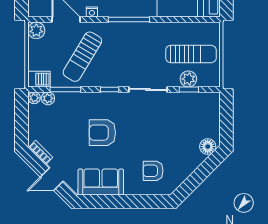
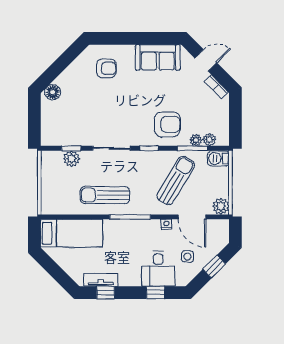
sun lounger: (191, 54) -> (105, 195), moved
plant: (34, 98) -> (196, 140), moved
armchair: (102, 133) -> (167, 124), moved

